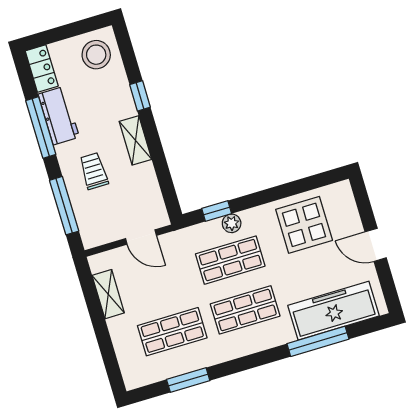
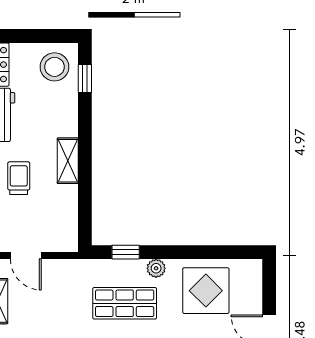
window: (140, 96) -> (85, 78), moved
plant: (232, 223) -> (156, 268), moved
door: (141, 237) -> (26, 256), moved

